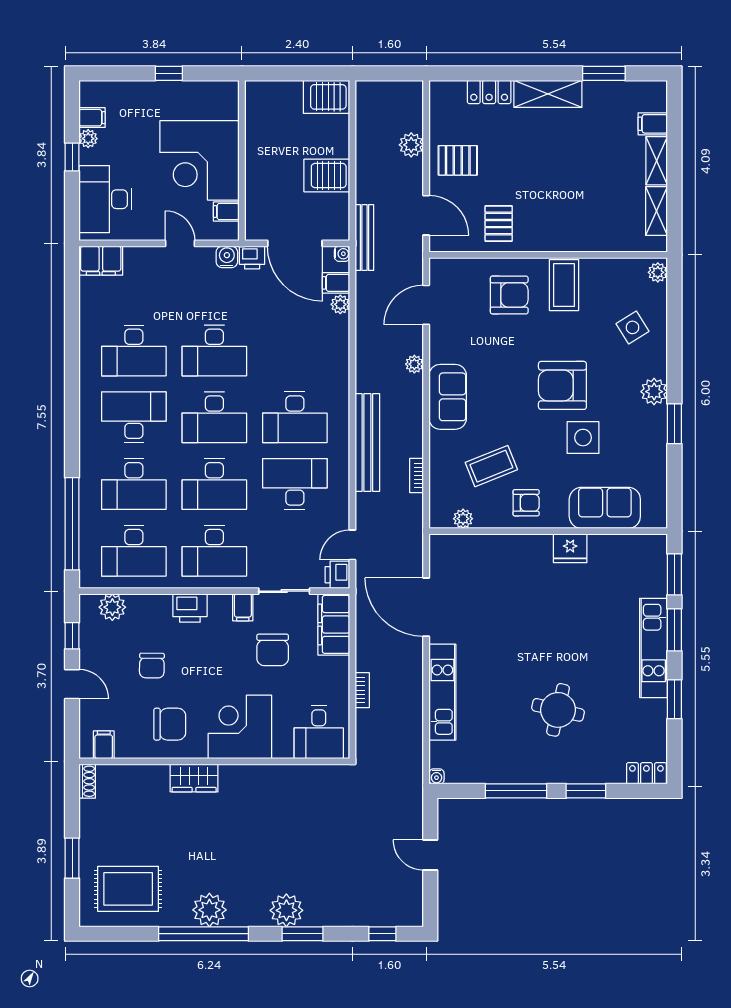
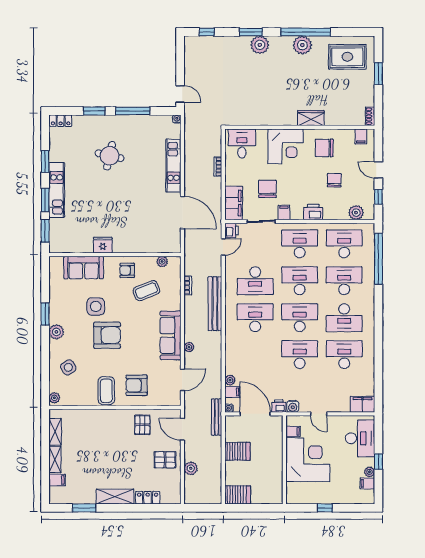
sofa: (448, 397) -> (171, 335), width x1.36
door: (430, 855) -> (180, 94), moved

